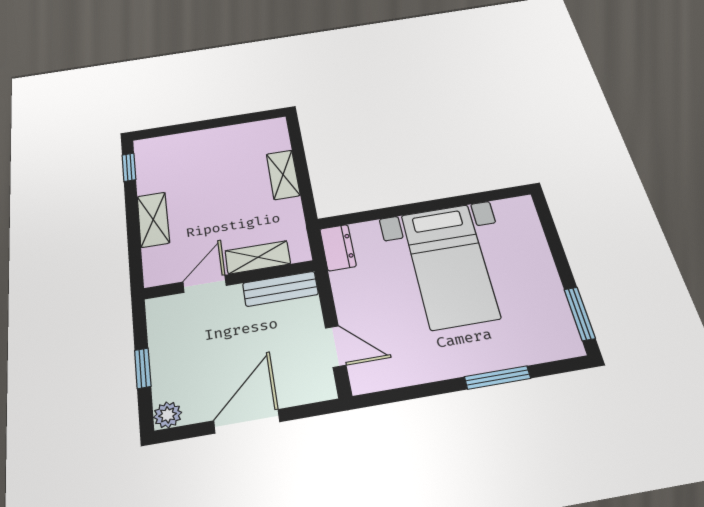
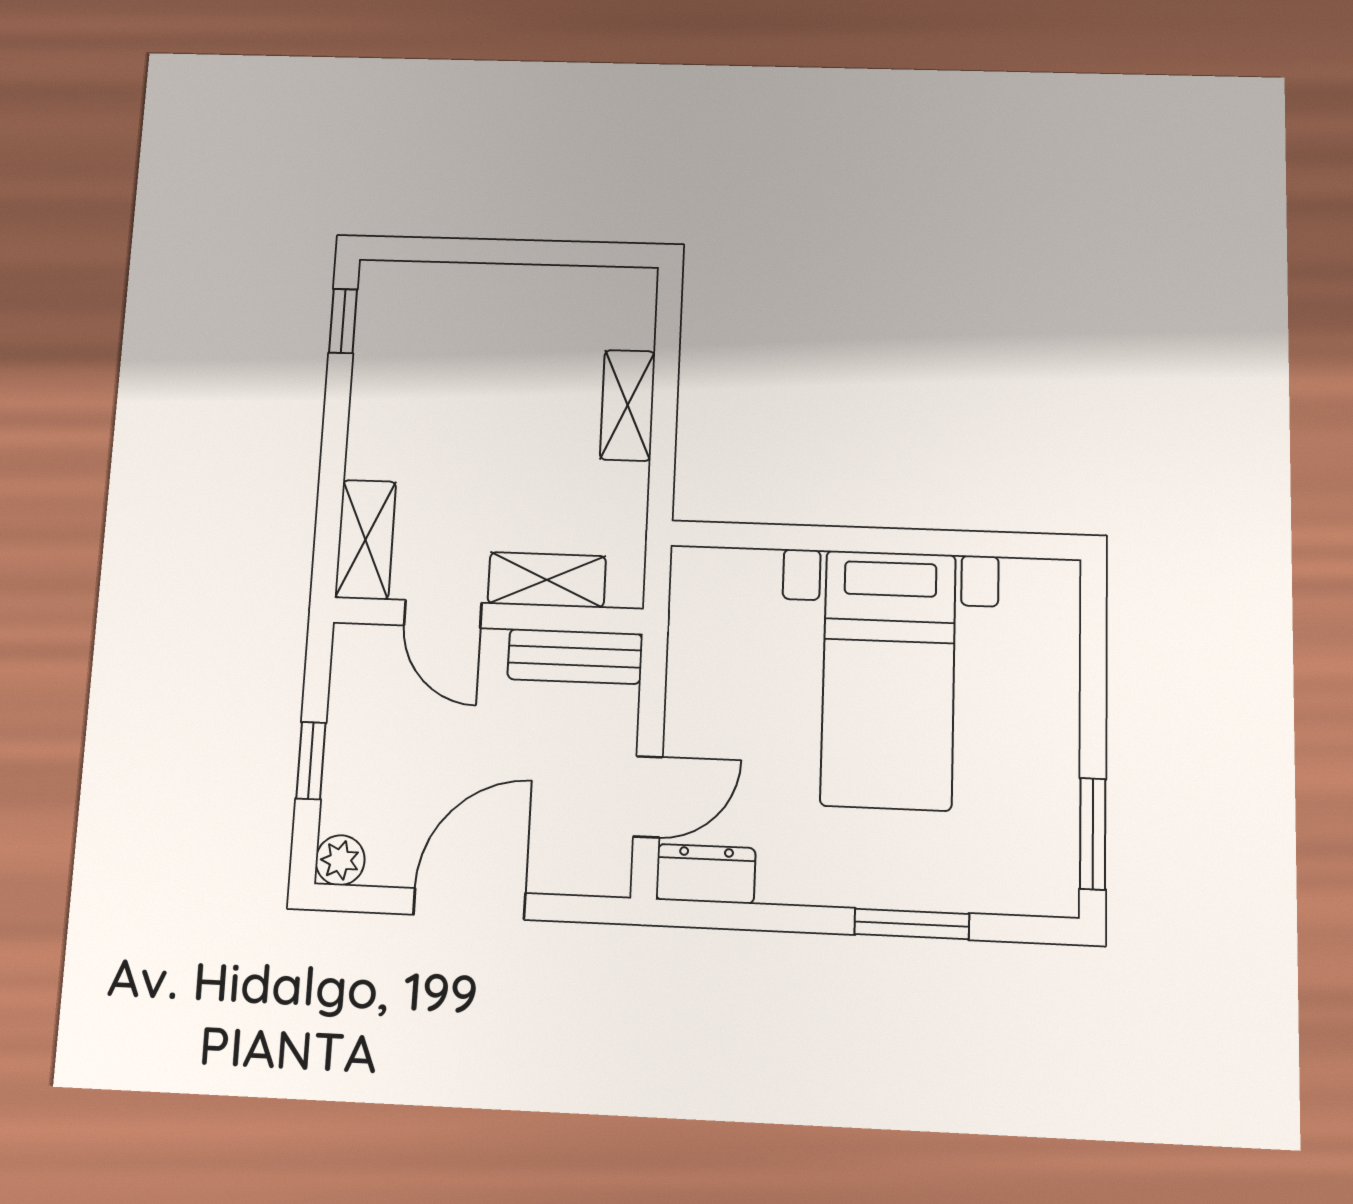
shelving: (153, 220) -> (366, 540), moved
dresser: (338, 248) -> (706, 874), moved, turned -90
door: (205, 284) -> (443, 614), swing flipped
door: (336, 346) -> (648, 797), hinge flipped

